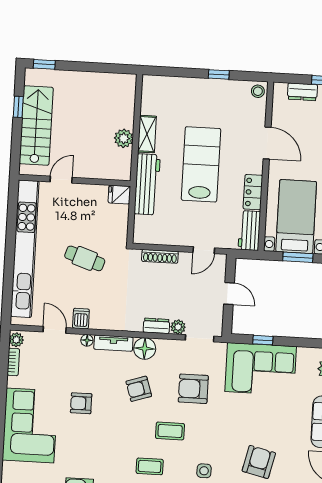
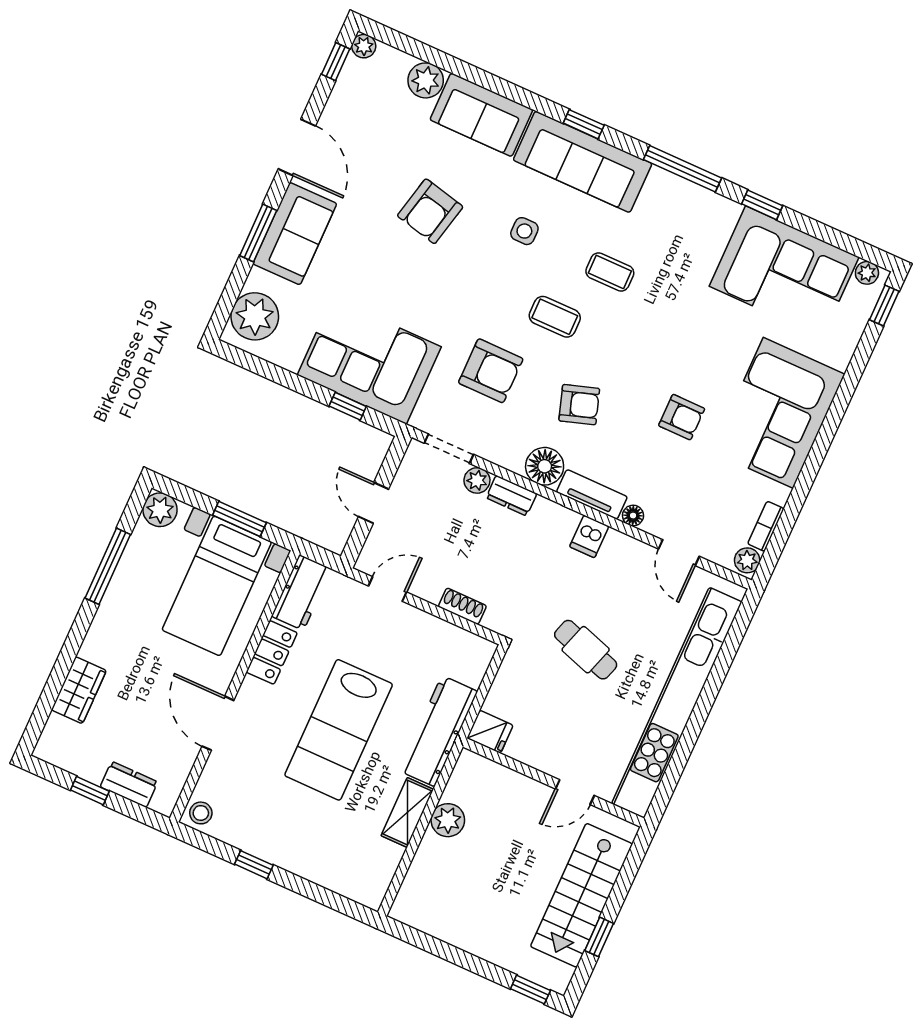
shoe rack: (160, 256) -> (462, 606), width x0.70
dishwasher: (81, 319) -> (589, 536), moved

